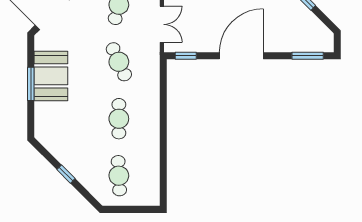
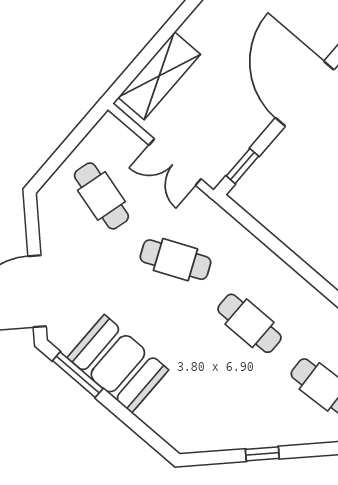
double door: (162, 24) -> (175, 162), swing flipped
window: (31, 84) -> (78, 375), moved

